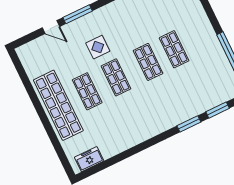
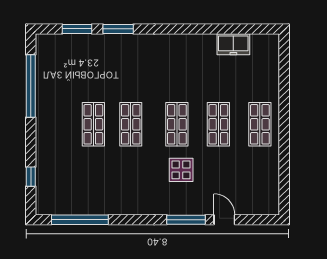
shop shelf: (58, 105) -> (260, 124), width x0.50, depth x0.74
freezer: (89, 159) -> (233, 44), moved

